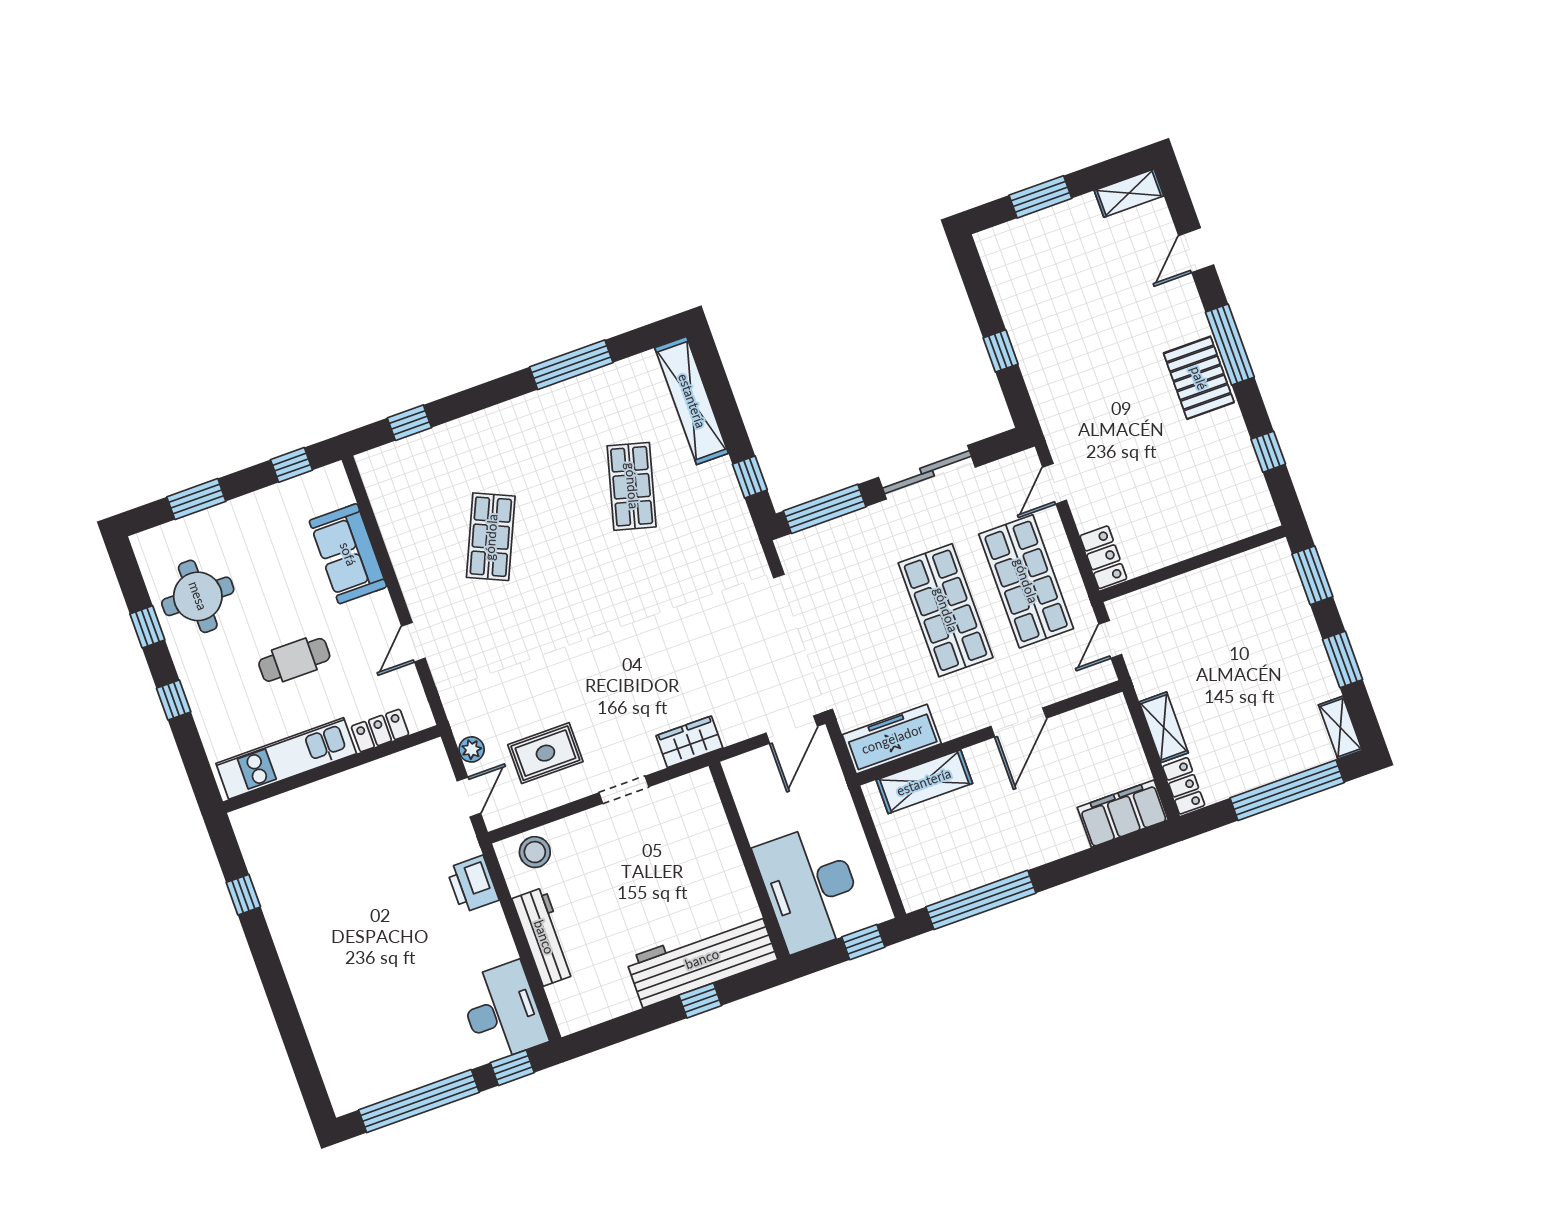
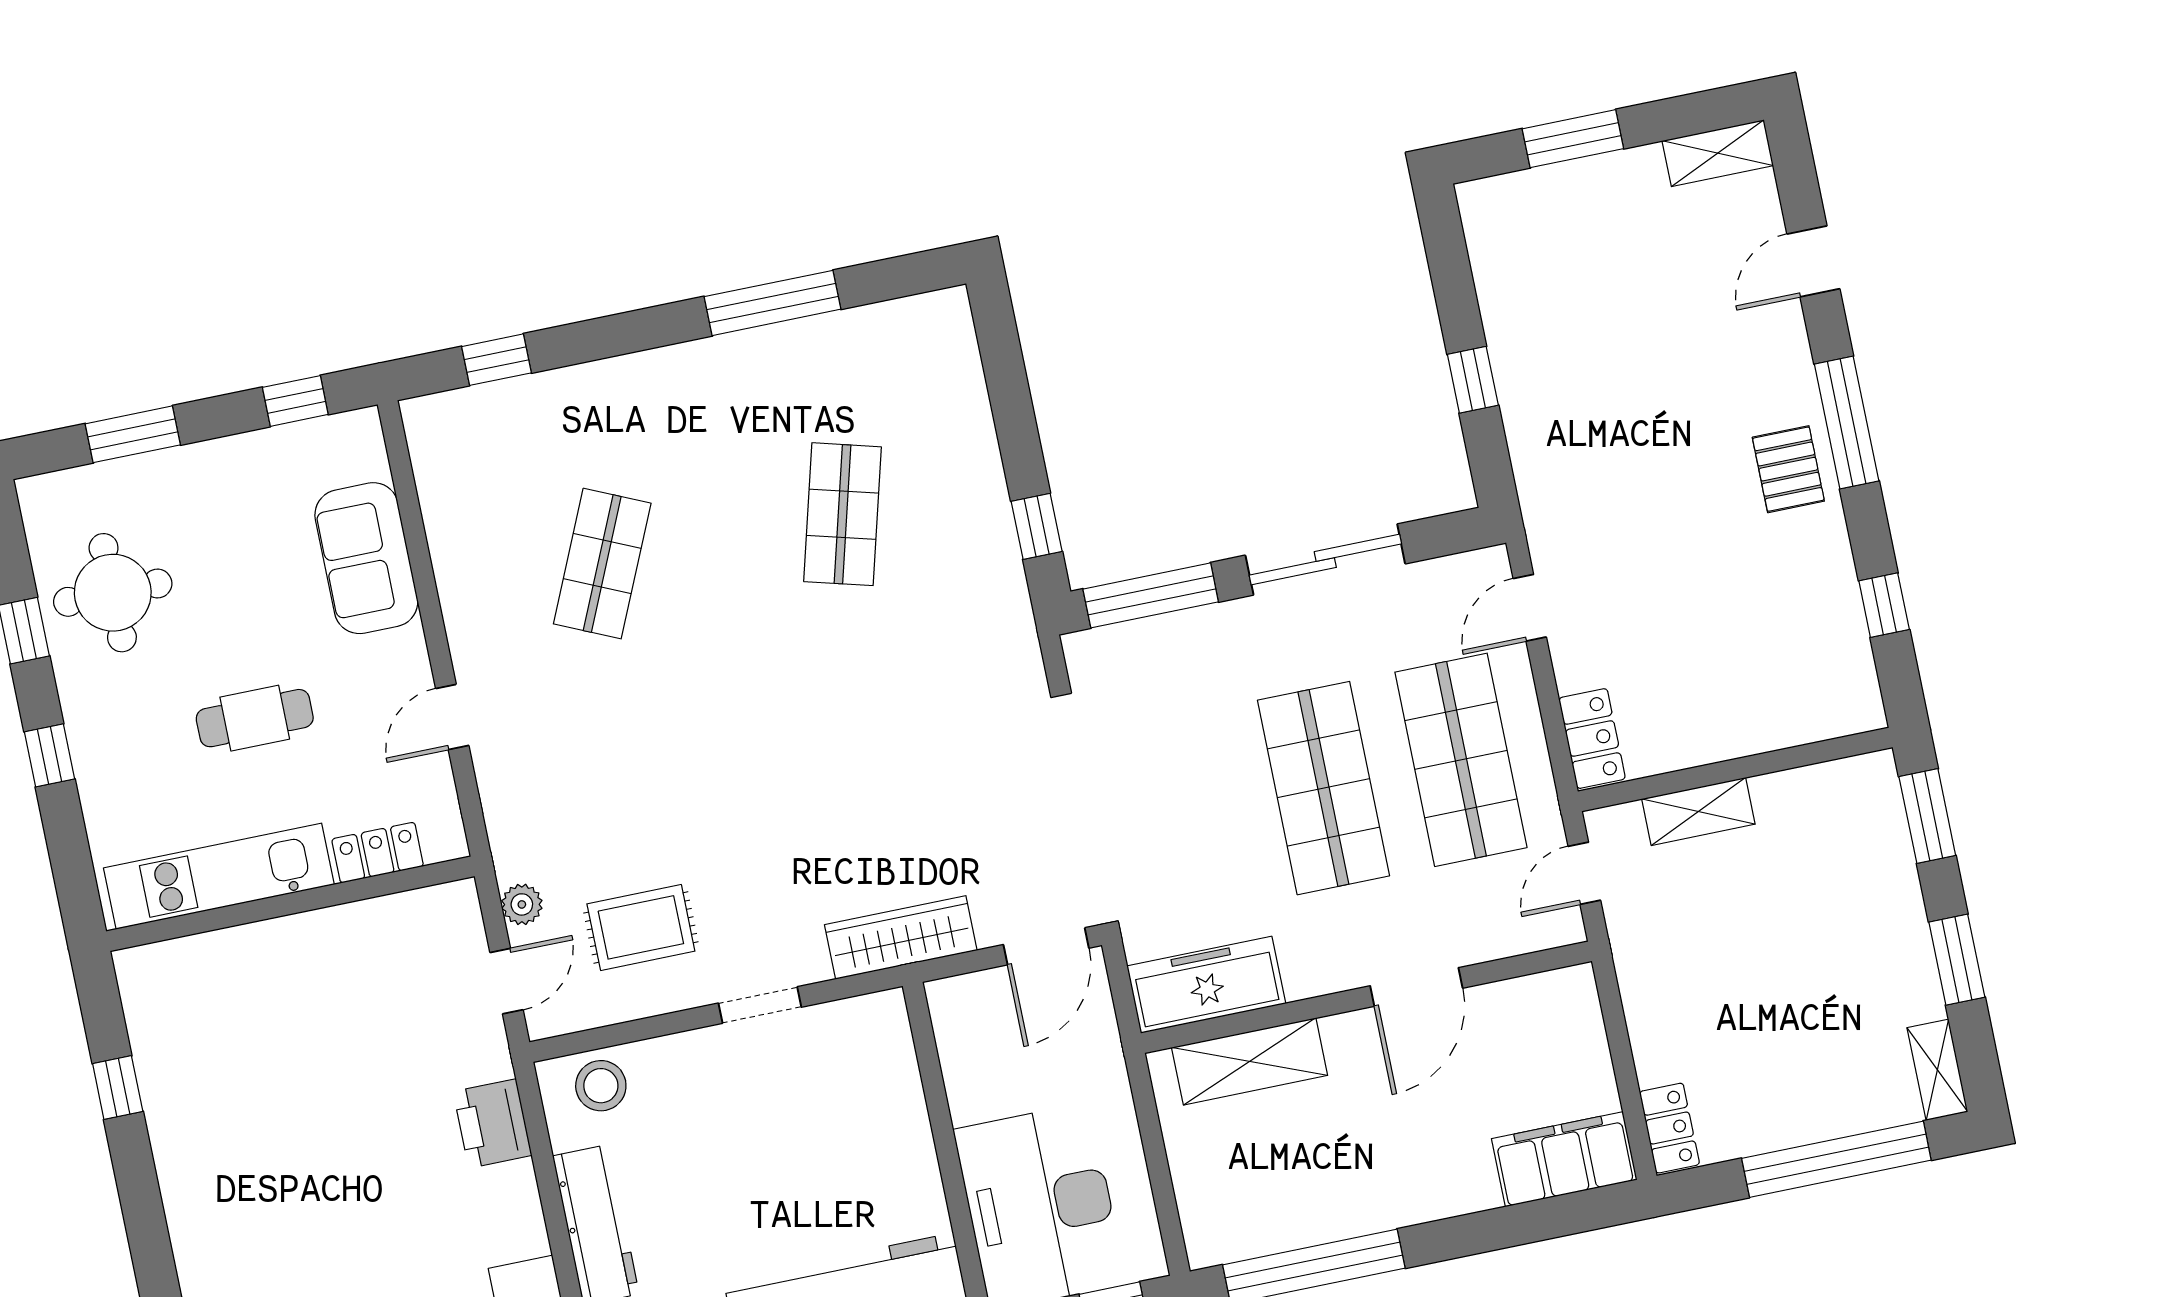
pallet: (1199, 378) -> (1788, 469), width x0.67, depth x0.71
shelving: (692, 401) -> (960, 389), removed
shelving: (1164, 727) -> (1698, 811), moved, turned 90
wardrobe: (689, 742) -> (901, 938), width x1.50

